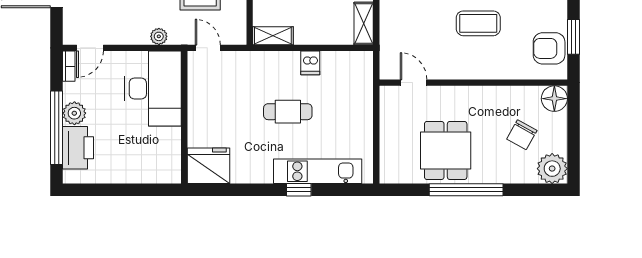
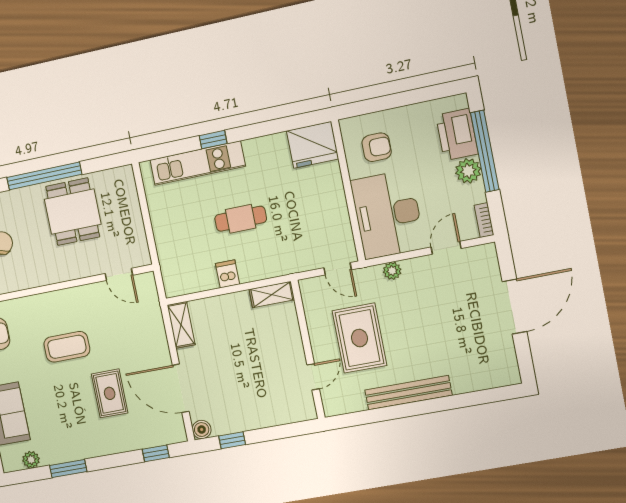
door: (90, 48) -> (446, 248), moved
armchair: (151, 151) -> (377, 147), added

